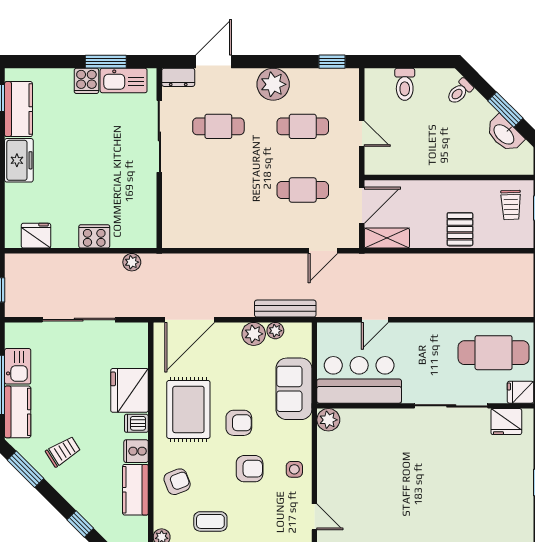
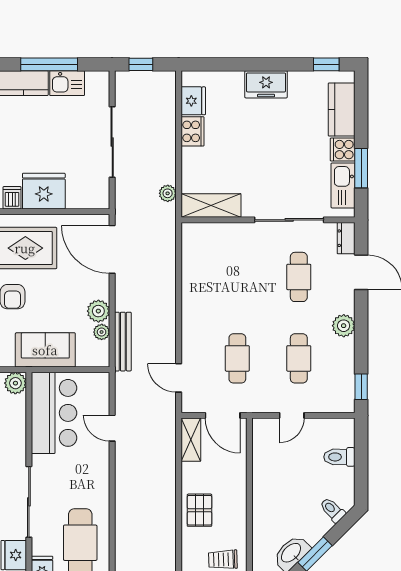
plant: (273, 84) -> (344, 326), width x0.73, depth x0.73
kitchen counter: (19, 109) -> (342, 110), moved, turned 90
shelving: (144, 217) -> (211, 206), added
pallet: (460, 229) -> (199, 510), turned 90
cooker: (94, 236) -> (193, 131), moved

